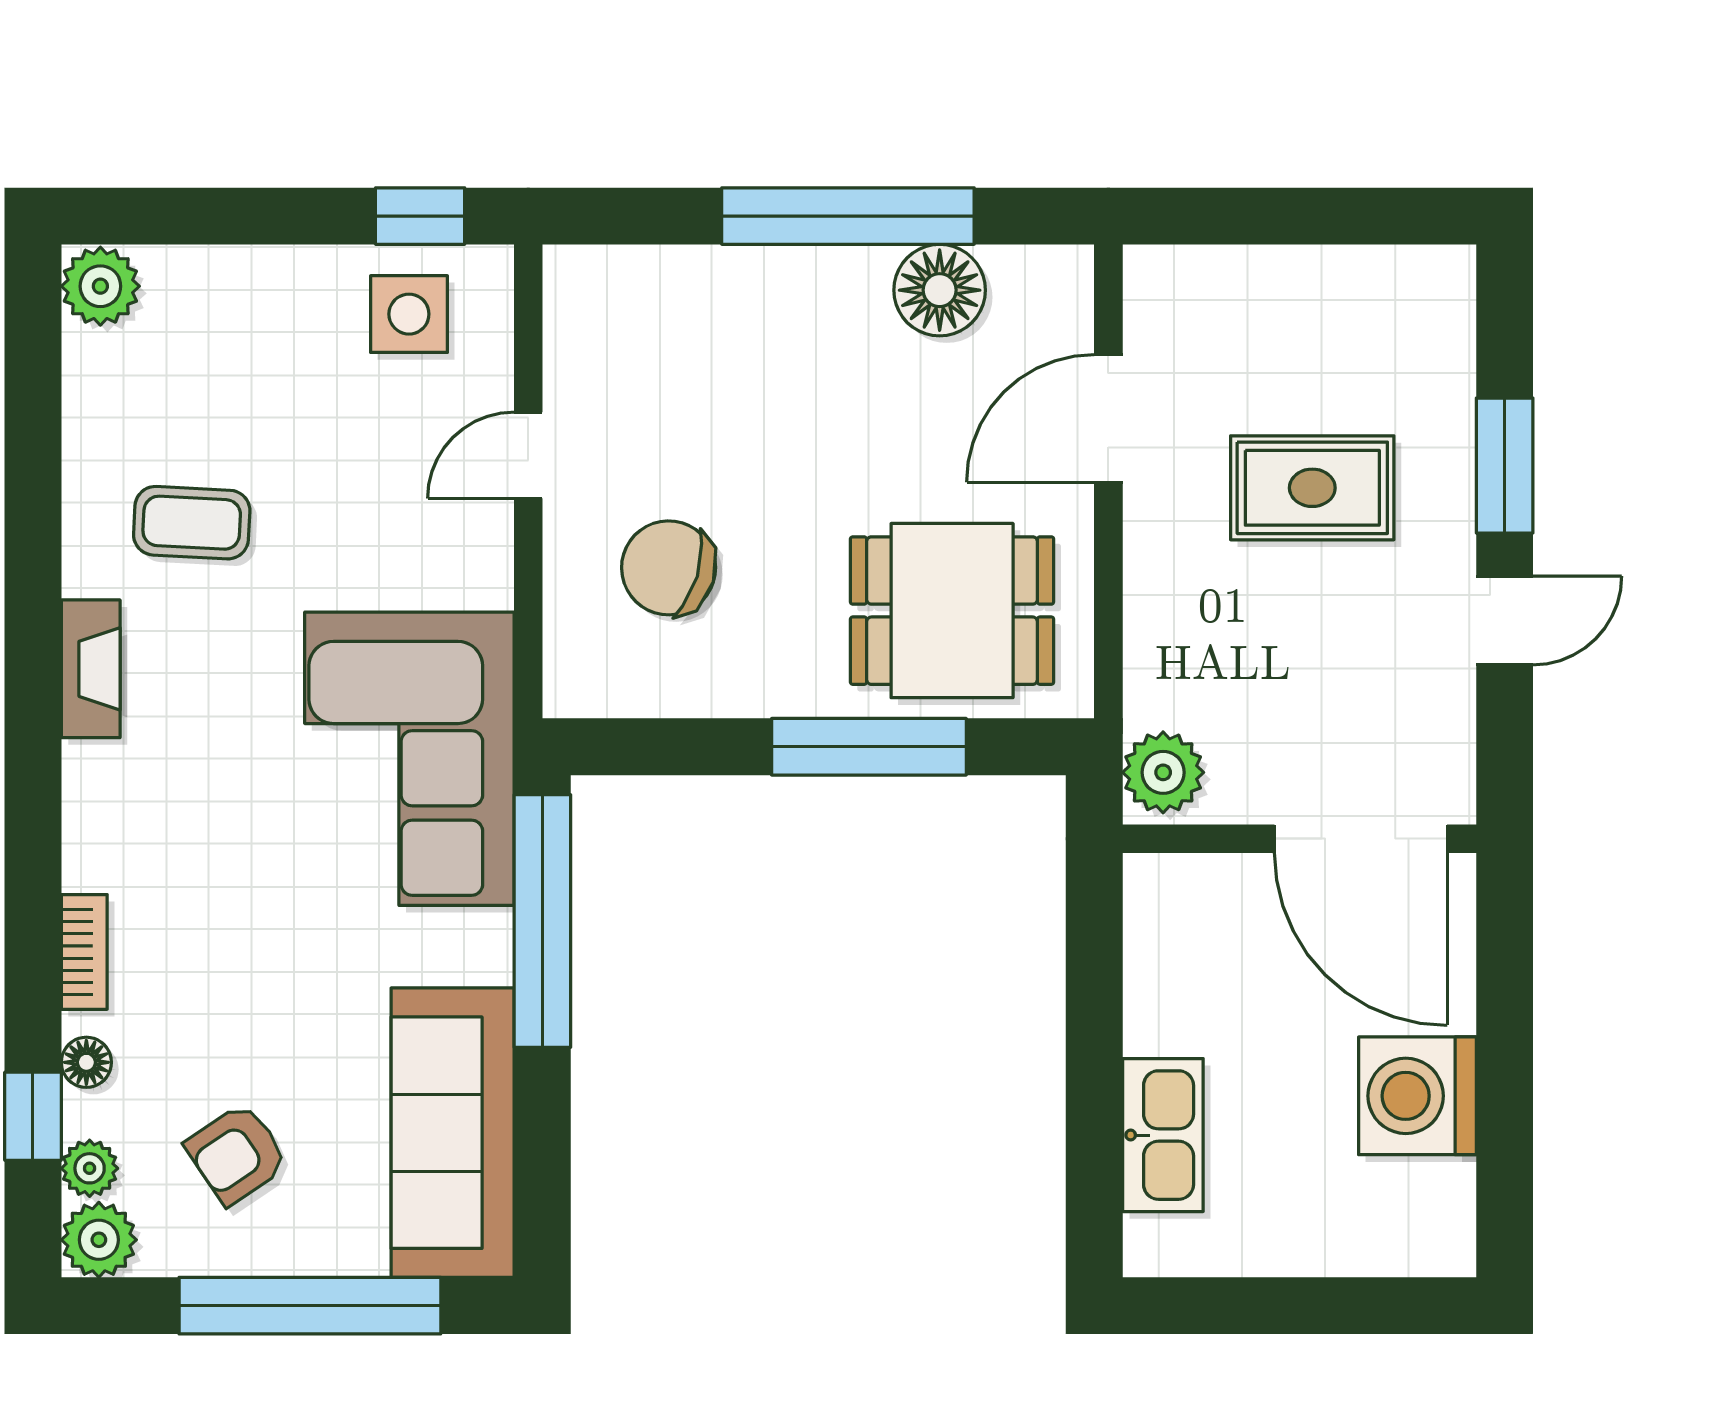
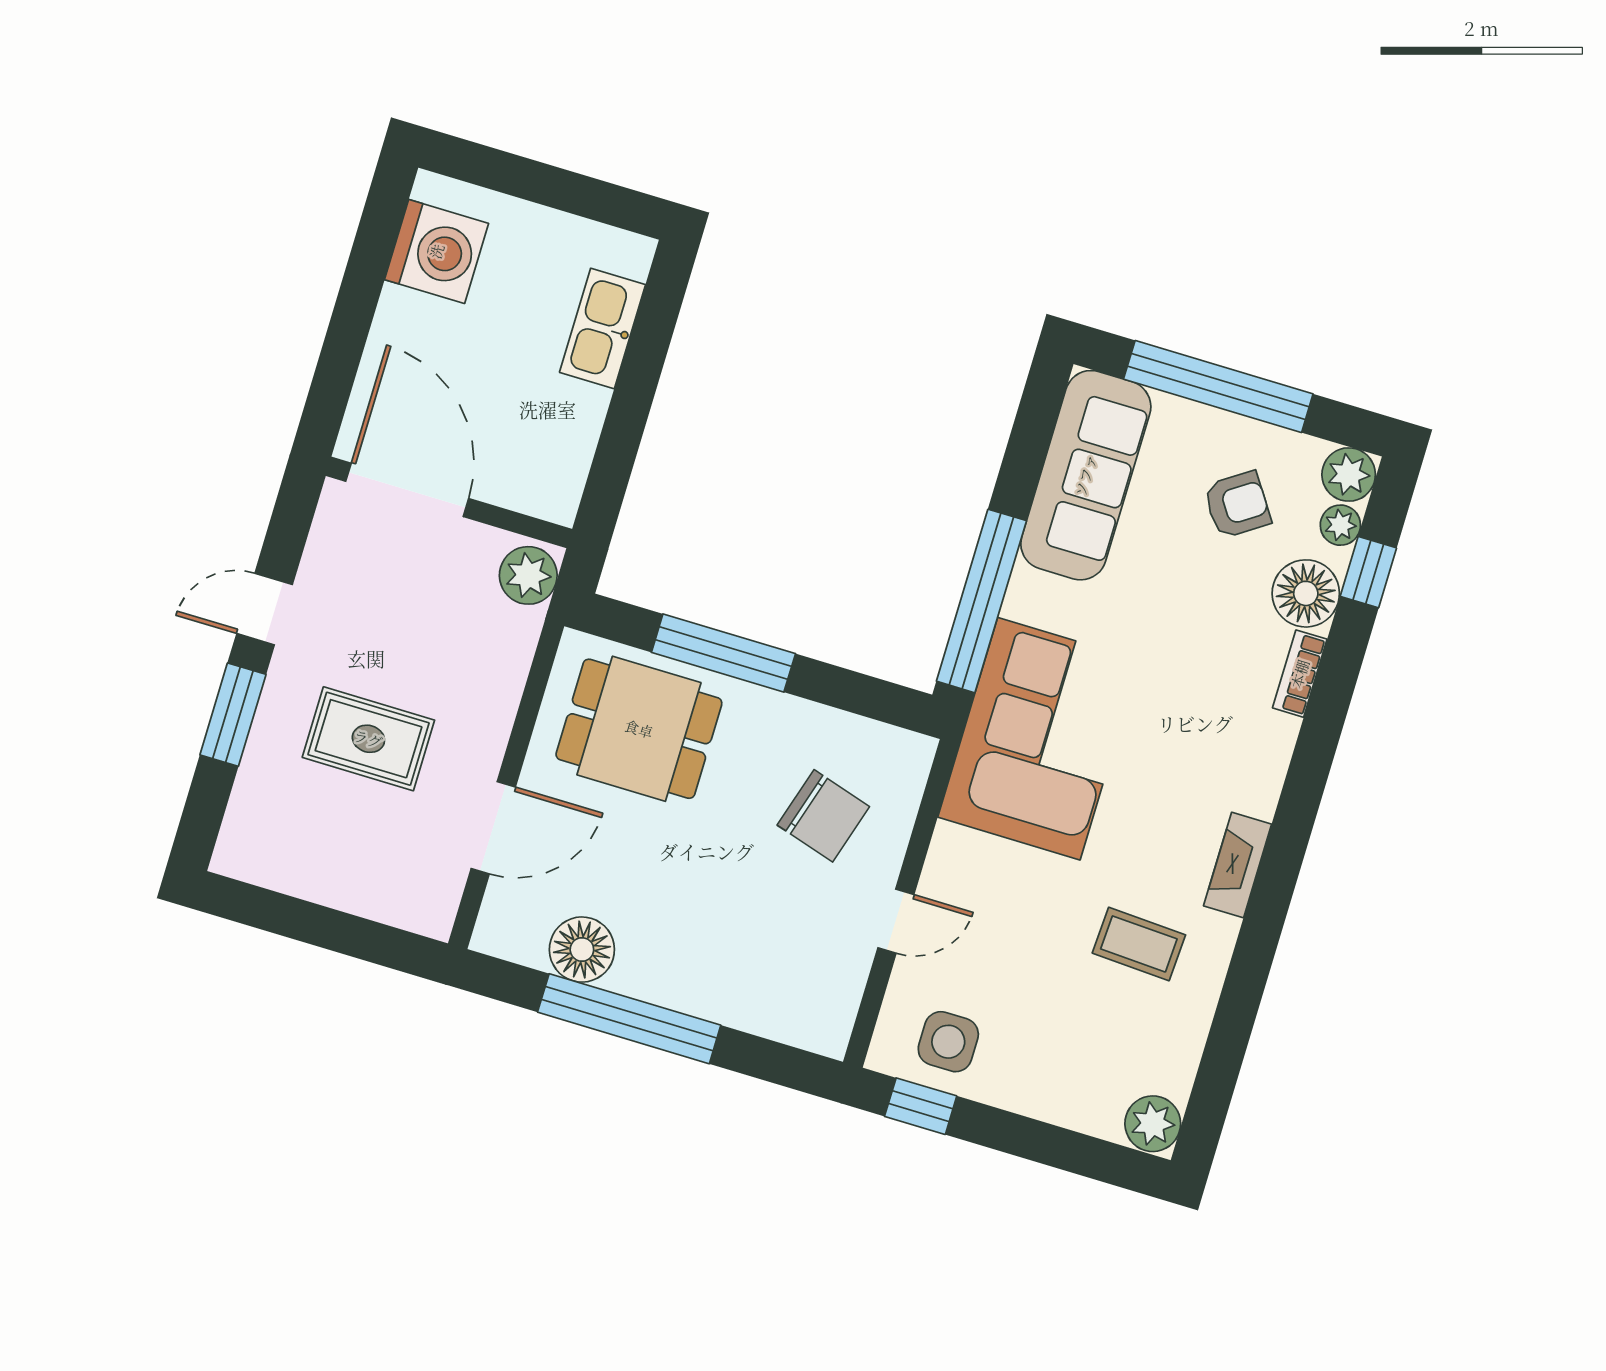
floor lamp: (86, 1062) -> (1306, 593), width x1.89, depth x1.89
washing machine: (1417, 1096) -> (437, 251), moved

